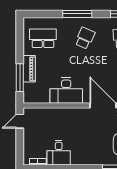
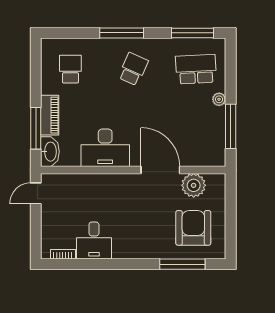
school desk: (43, 38) -> (70, 69), width x0.54
washbasin: (29, 93) -> (50, 152), added

